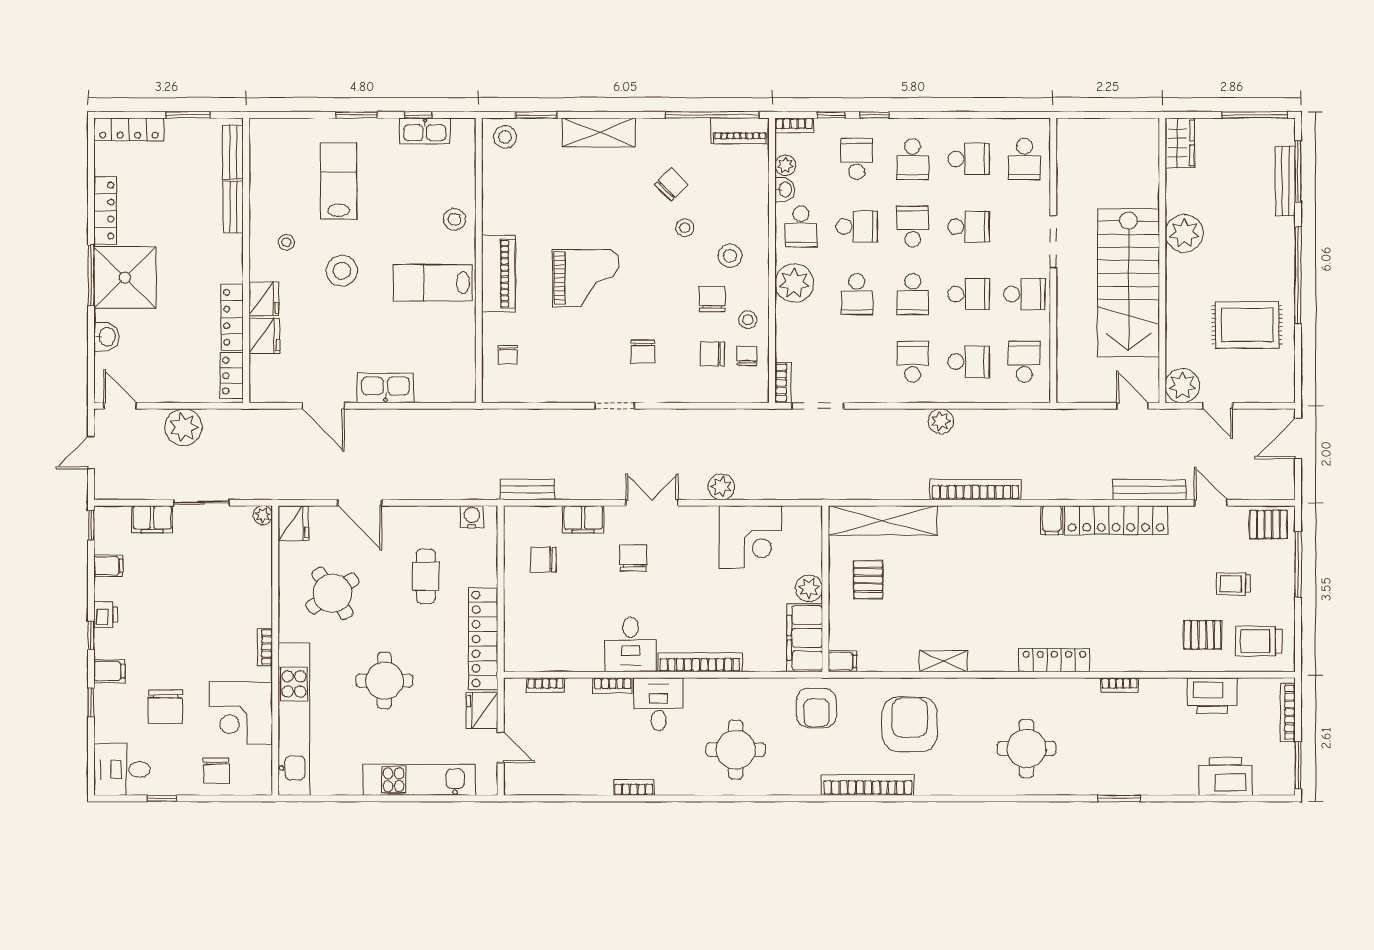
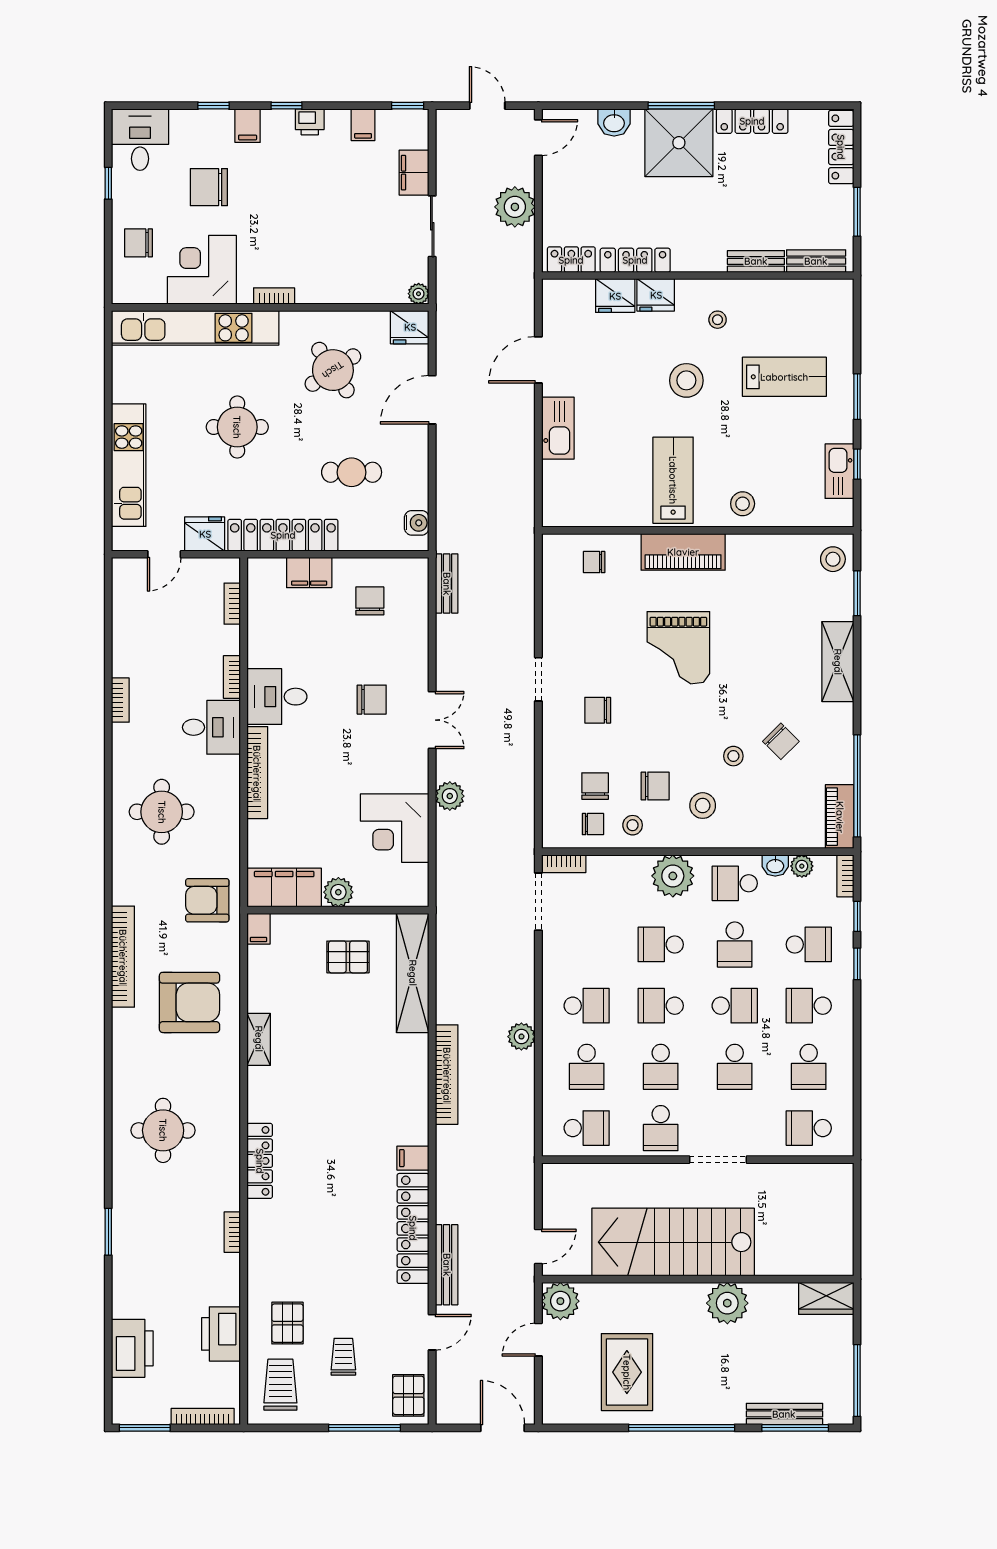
filing cabinet: (583, 519) -> (309, 573), moved, turned -90

